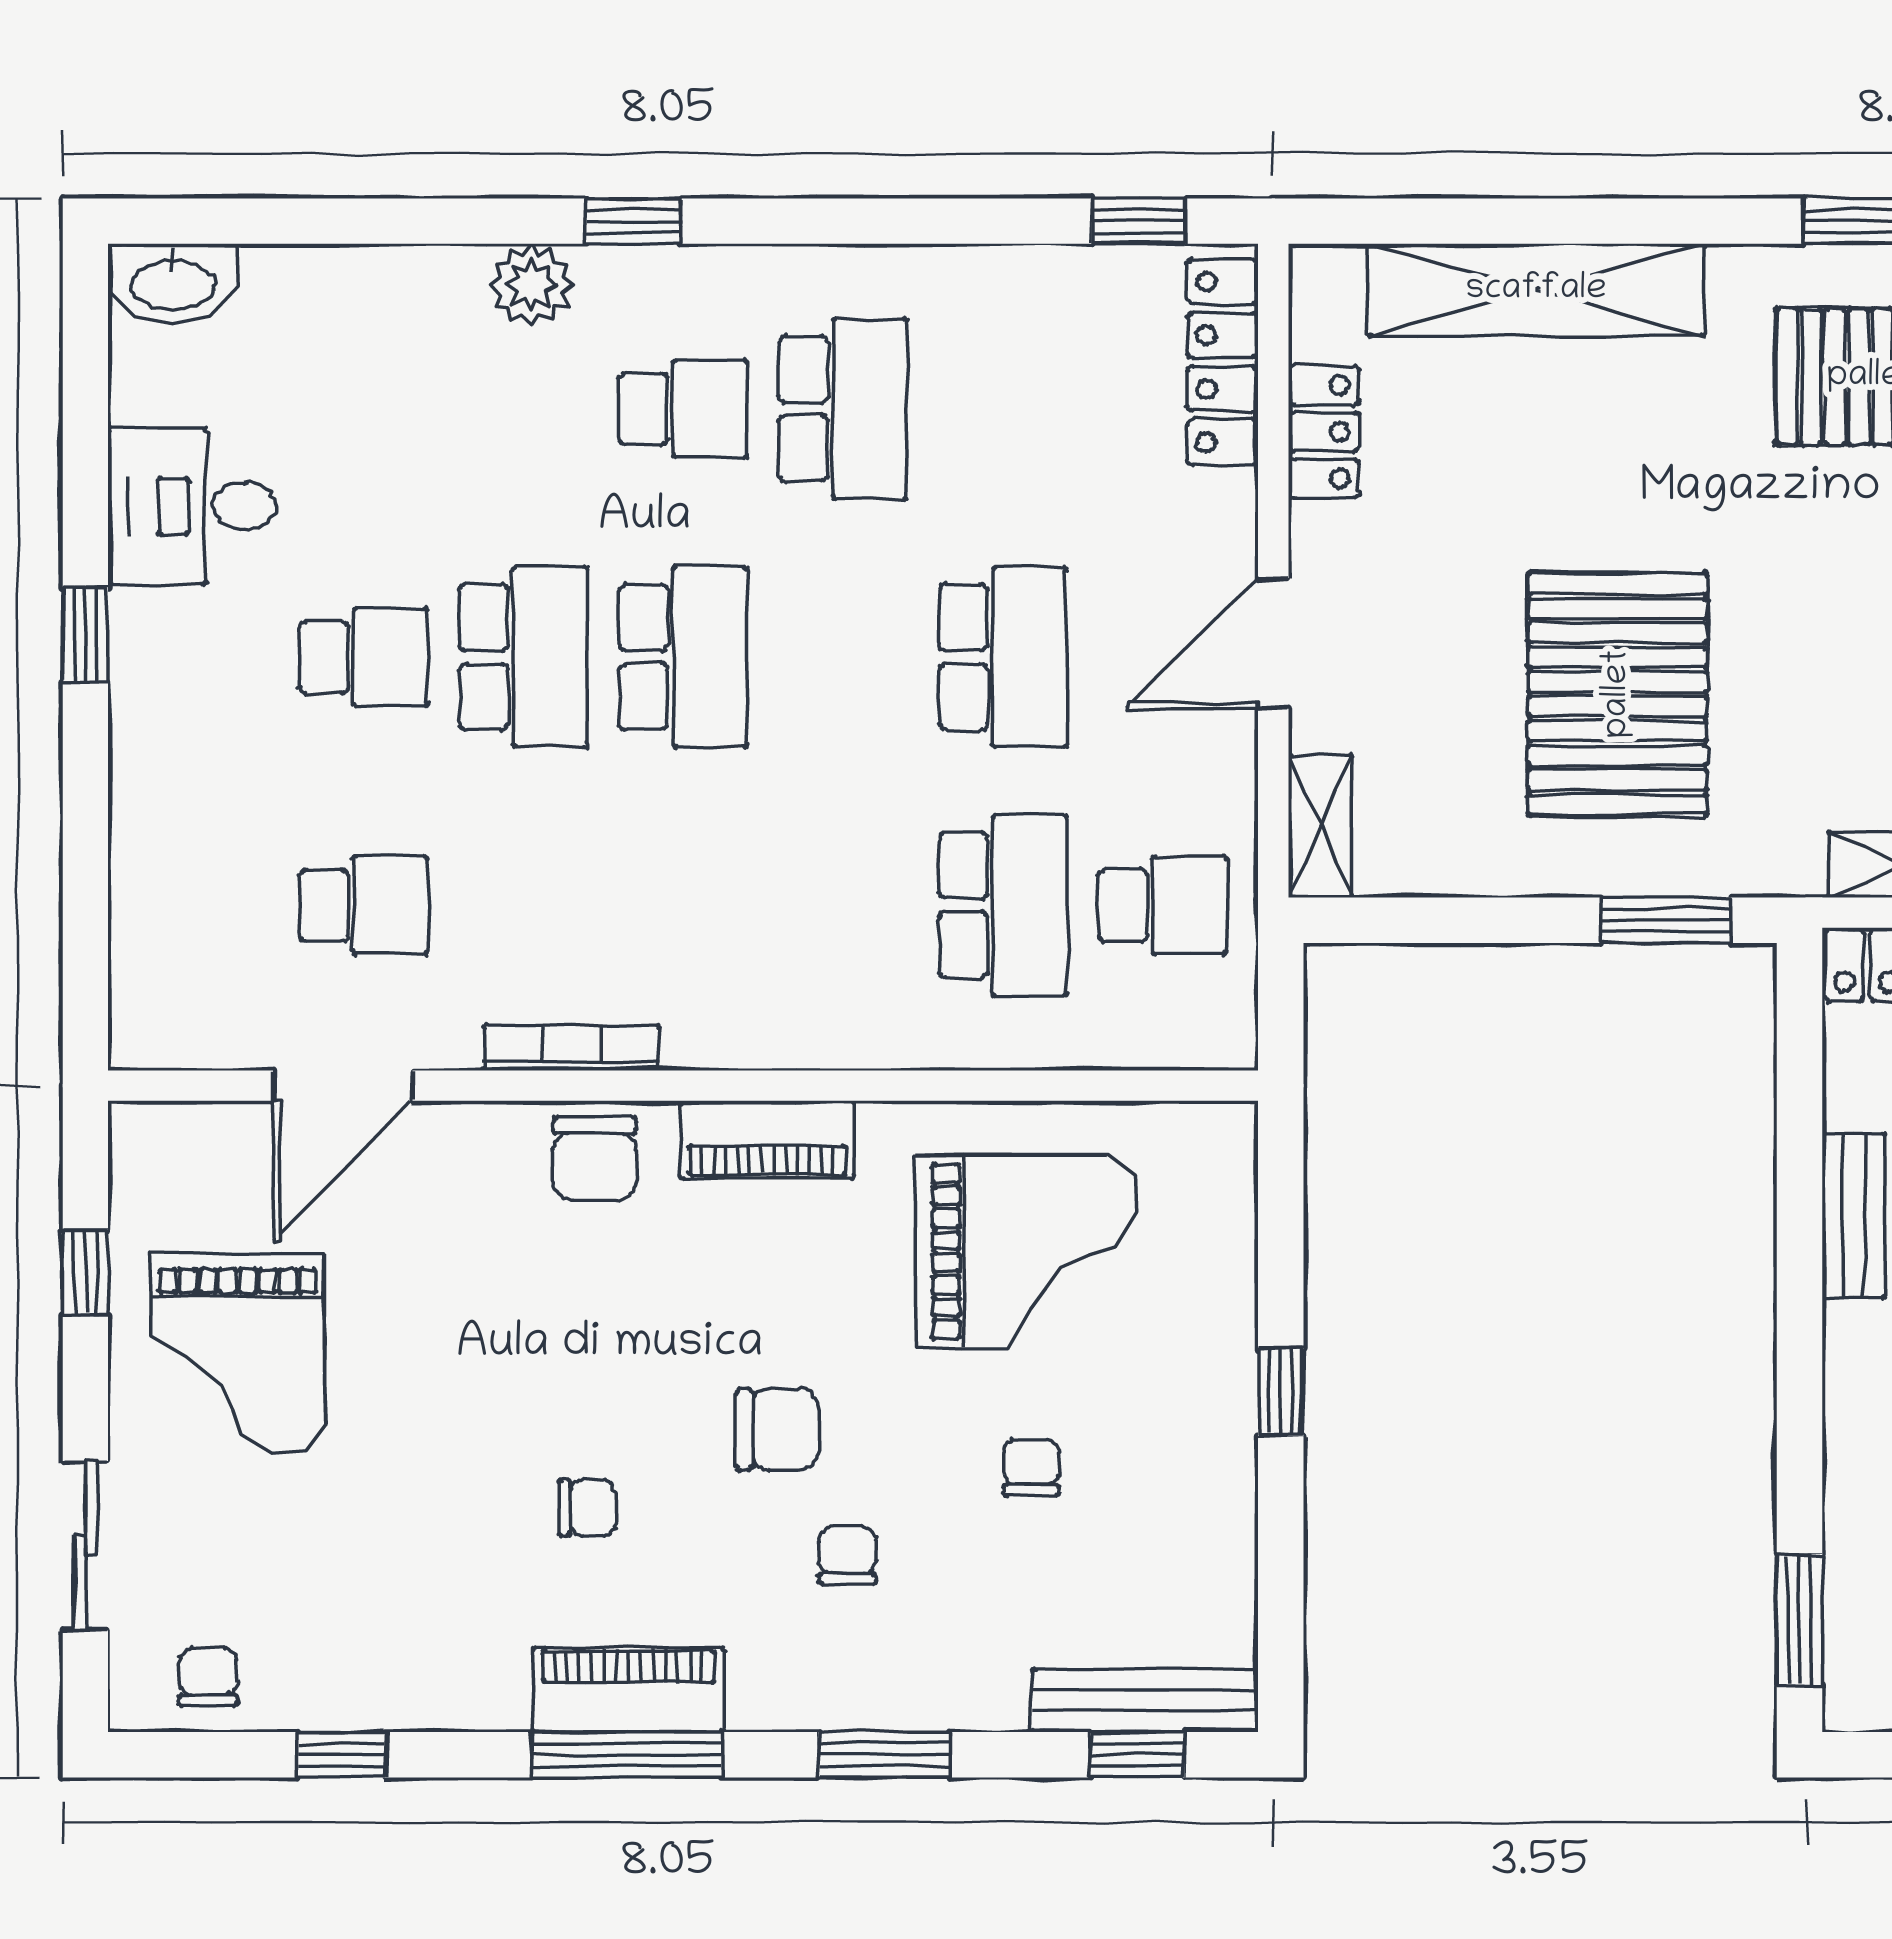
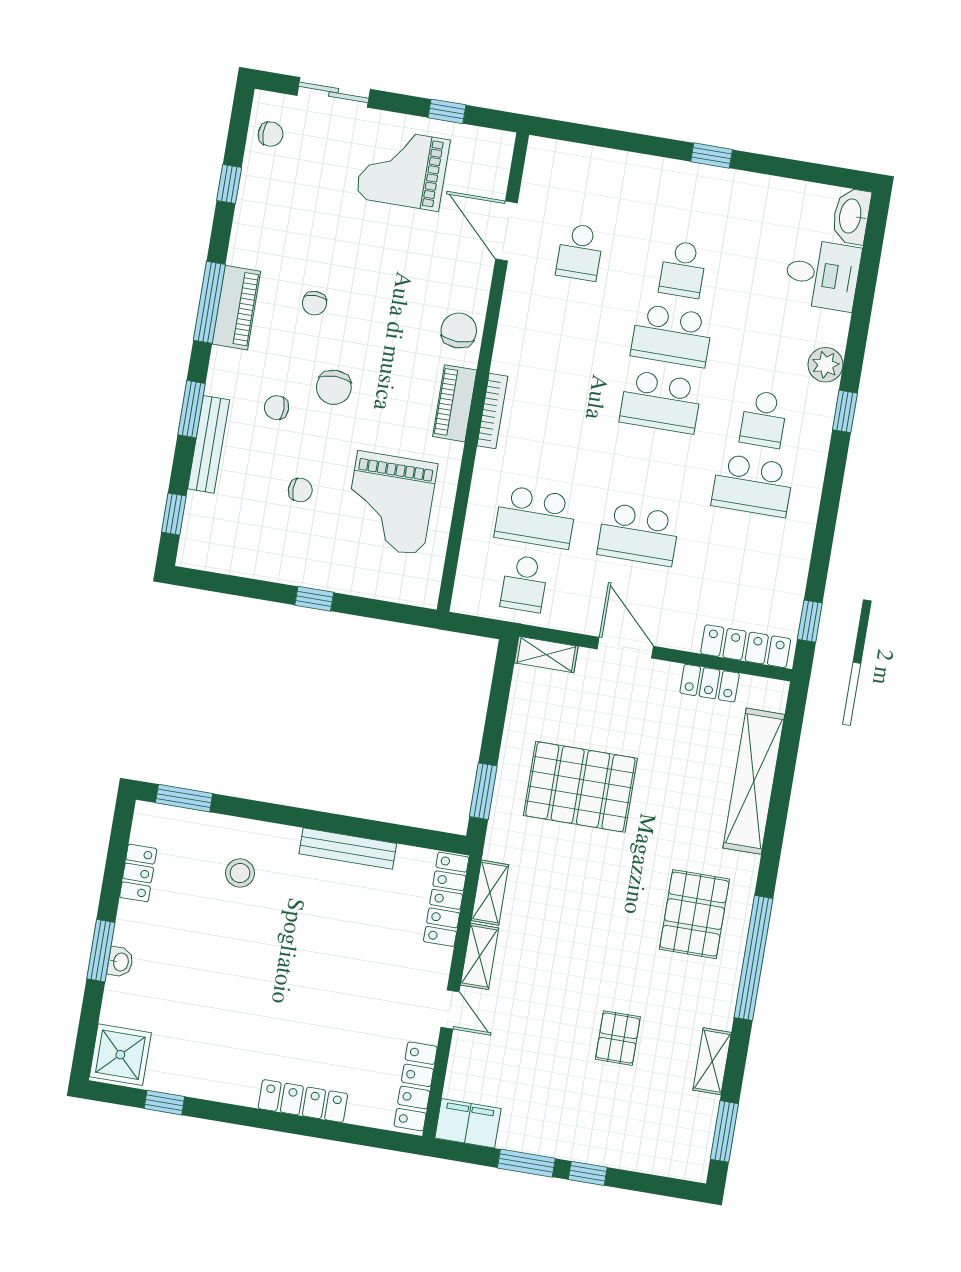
desk: (192, 506) -> (822, 275), moved, turned 90
bookcase: (571, 1048) -> (492, 411), moved
chair: (595, 1159) -> (459, 330), turned 90
bench: (1854, 1216) -> (348, 849), width x1.36
chair: (847, 1556) -> (277, 408), turned 180
bench: (1145, 1701) -> (209, 444), moved

